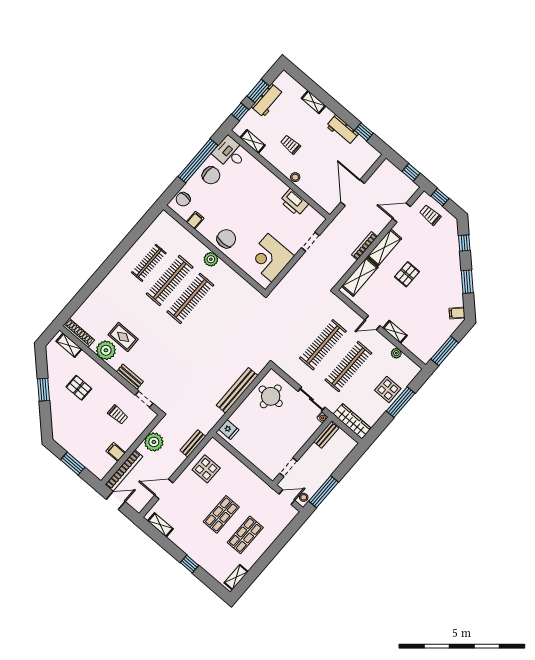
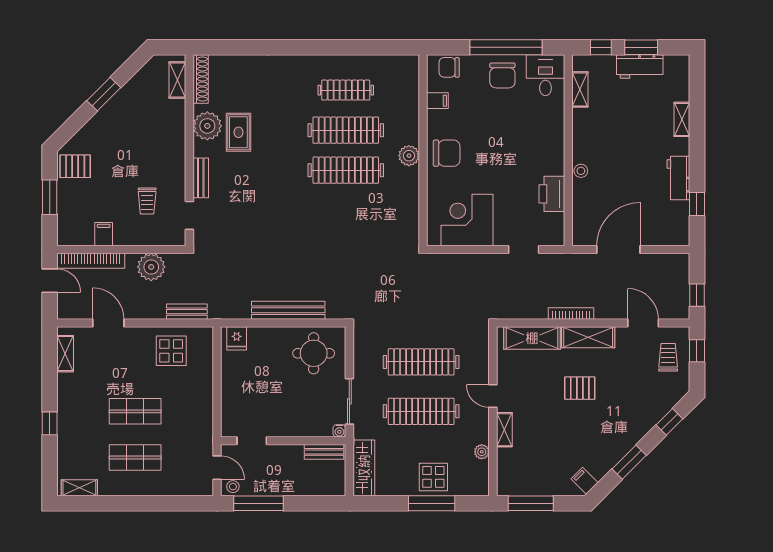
trolley: (290, 145) -> (613, 134), removed
pallet: (79, 388) -> (75, 166), moved, turned 90

